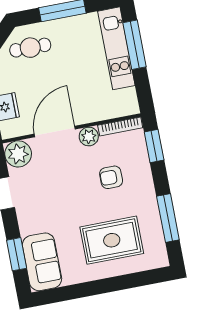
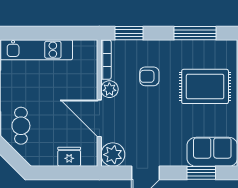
window: (135, 45) -> (36, 33), removed
armchair: (111, 177) -> (149, 76), turned 90
rug: (112, 240) -> (205, 86), turned 90

